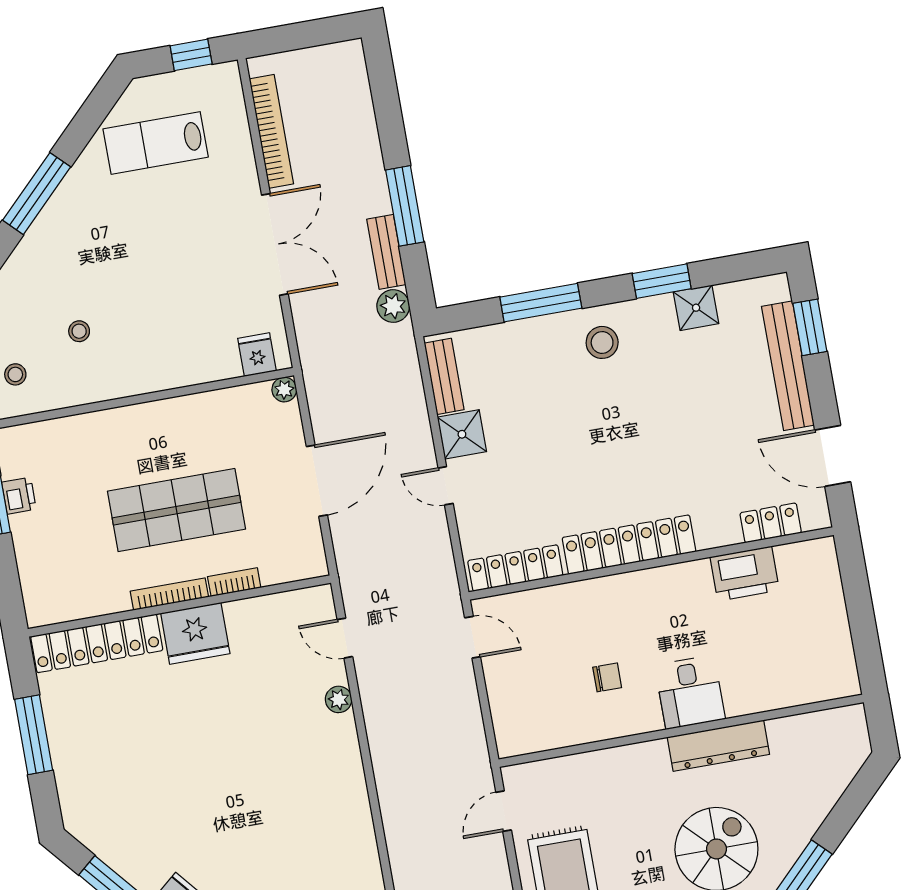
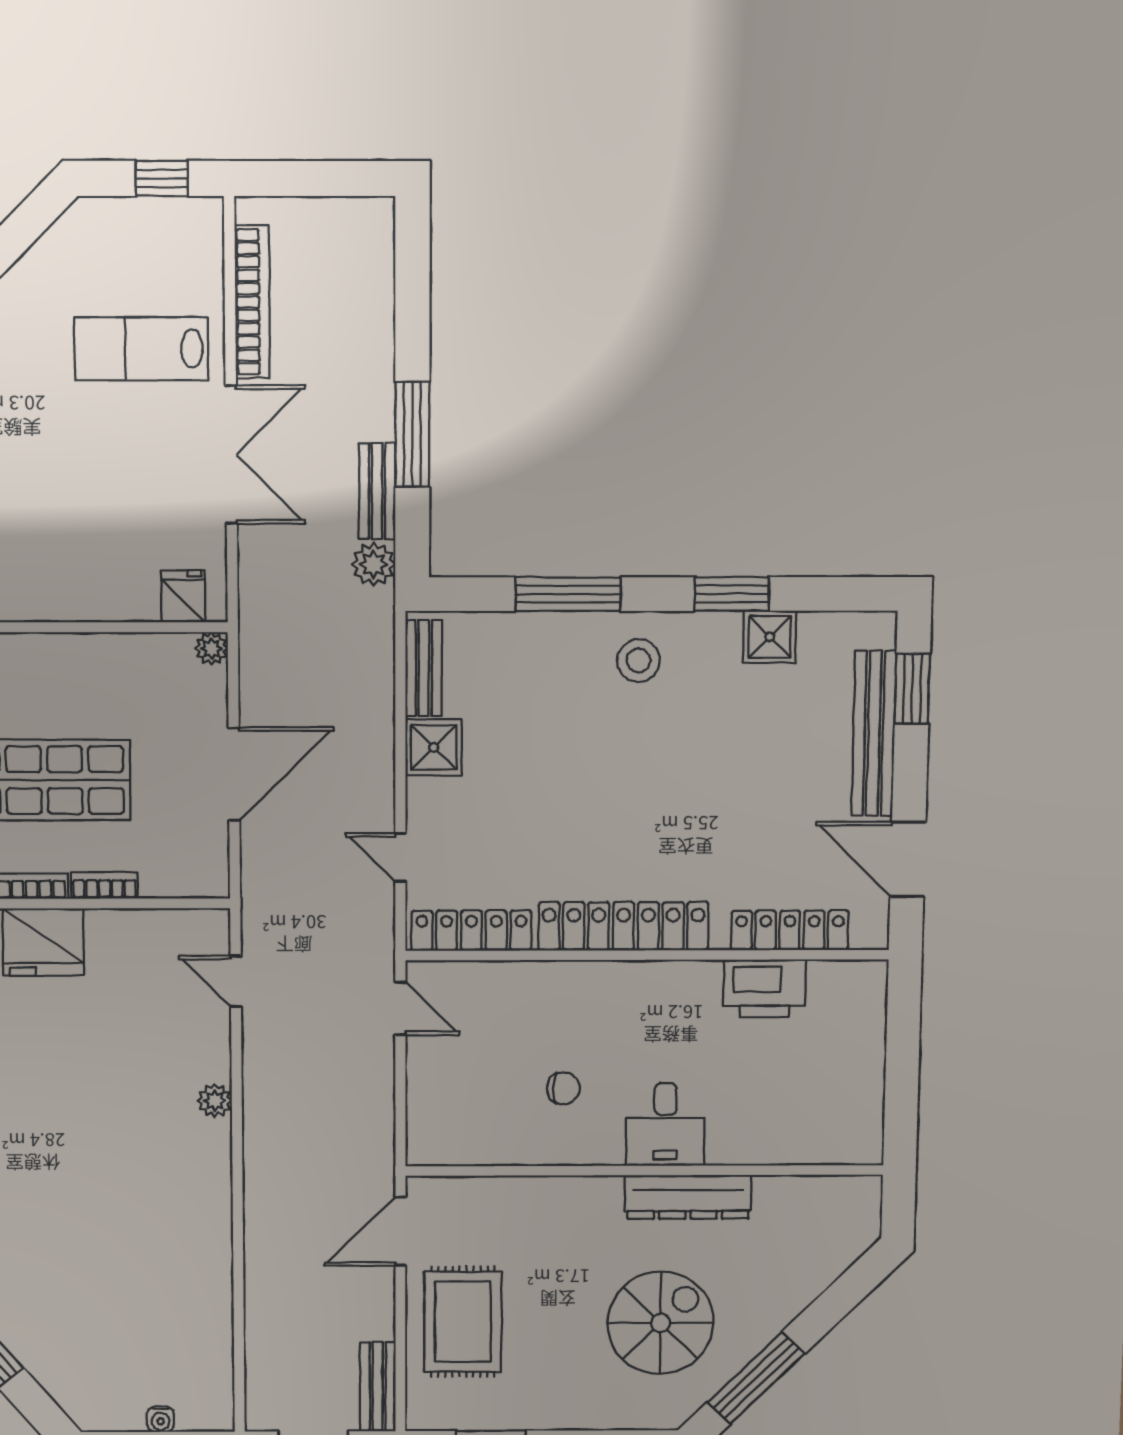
lab bench: (156, 143) -> (141, 349), moved
door: (446, 486) -> (400, 858), moved
locker: (771, 523) -> (790, 930), width x1.53
plant: (339, 699) -> (215, 1101), moved
door: (504, 811) -> (400, 1231), width x1.38

